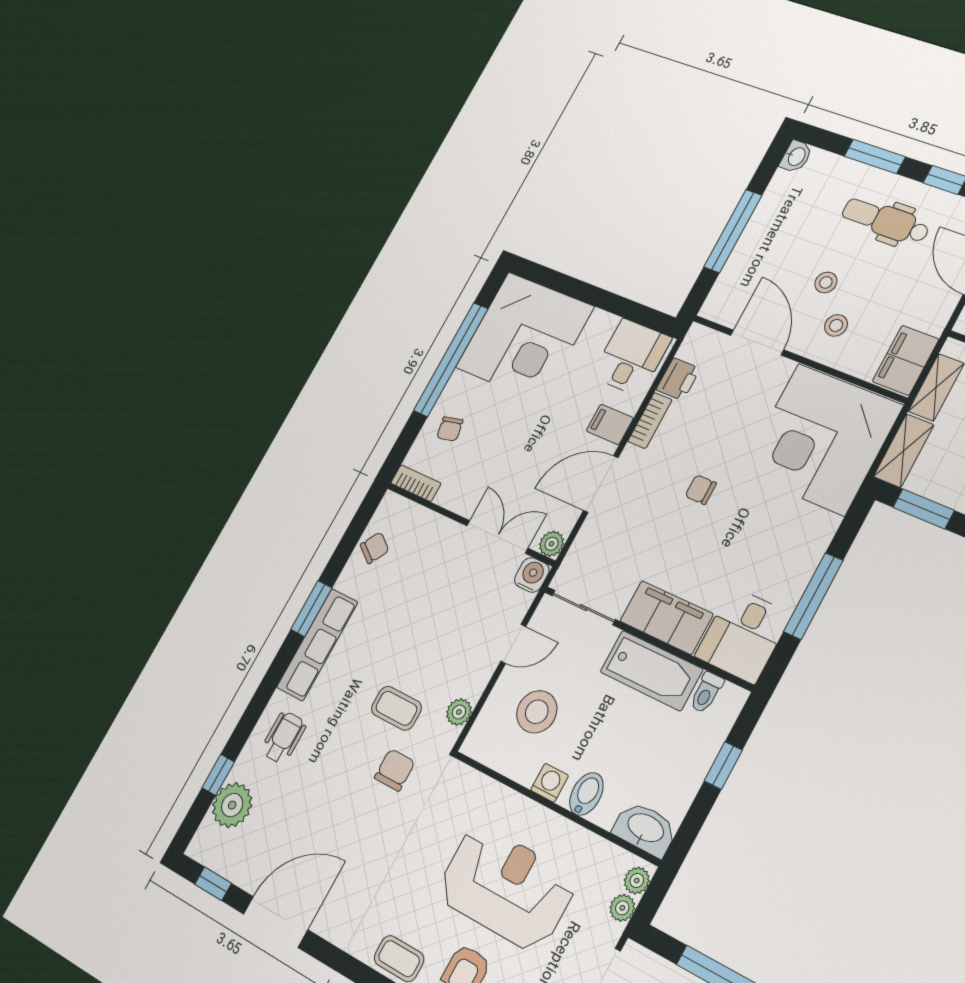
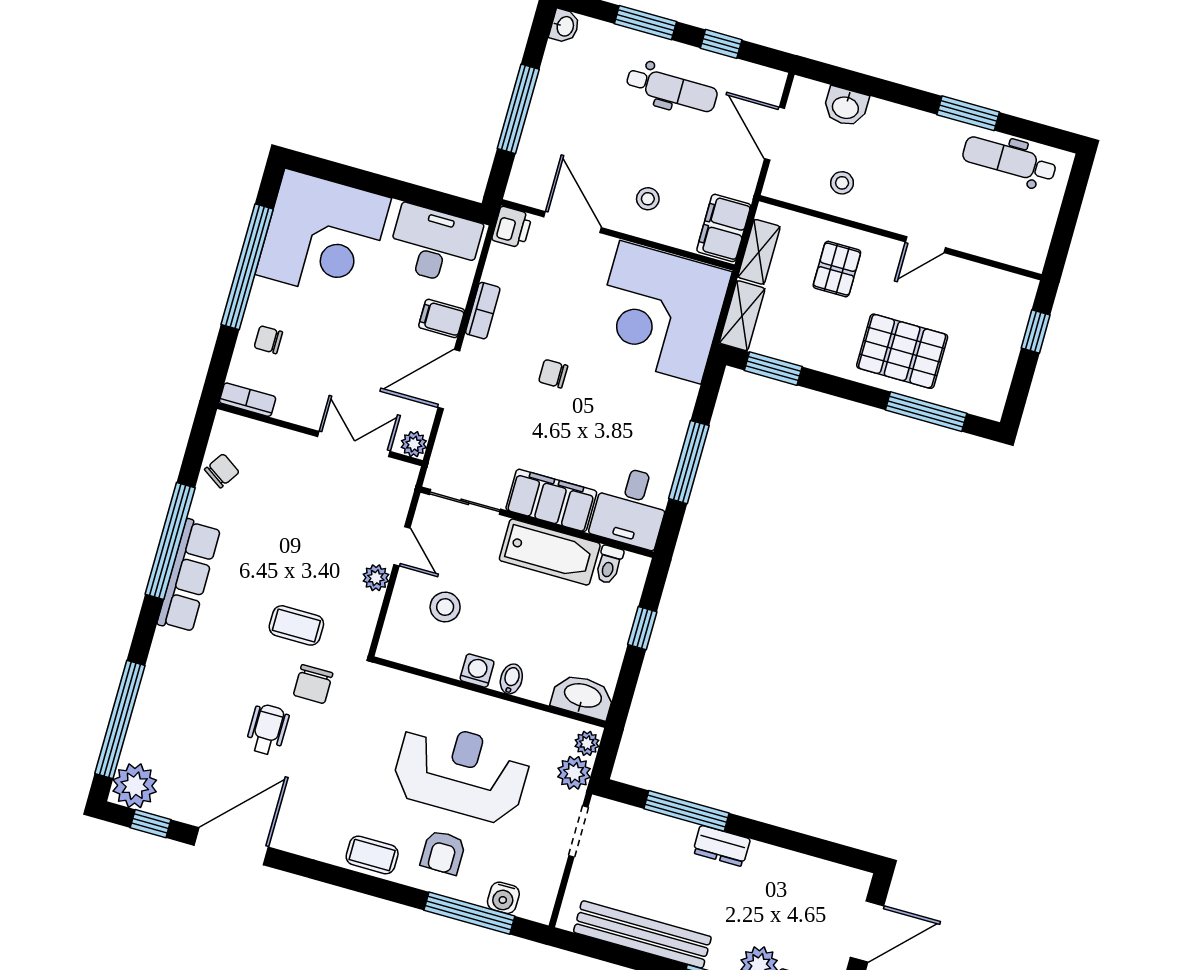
dental chair: (885, 221) -> (672, 89), turned 180
stool: (826, 282) -> (627, 156), removed
desk: (631, 357) -> (435, 245), width x1.37
printer: (678, 379) -> (512, 227), moved
chair: (450, 429) -> (268, 340), turned 102
water cooler: (532, 575) -> (402, 477), removed
window: (311, 609) -> (170, 541), width x2.11
door: (513, 644) -> (402, 546), hinge flipped
plant: (459, 712) -> (376, 578), moved
stool: (537, 712) -> (445, 607), width x0.73, depth x0.73
wheelchair: (284, 737) -> (267, 730), moved
chair: (395, 770) -> (313, 684), turned 180
window: (218, 775) -> (120, 720), width x3.17
bidet: (586, 794) -> (511, 679), width x0.72, depth x0.74
plant: (232, 805) -> (135, 786), moved
plant: (622, 908) -> (574, 773), width x1.38, depth x1.38

